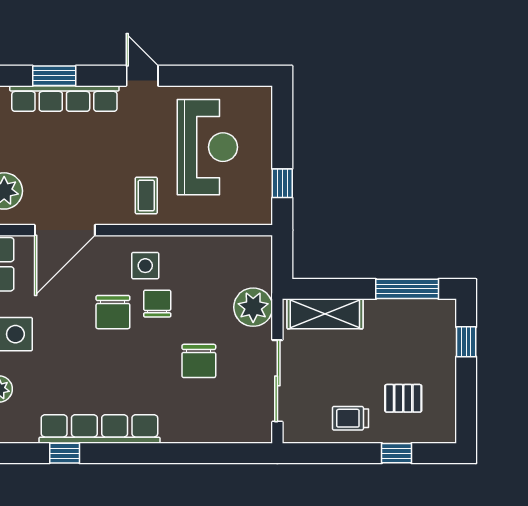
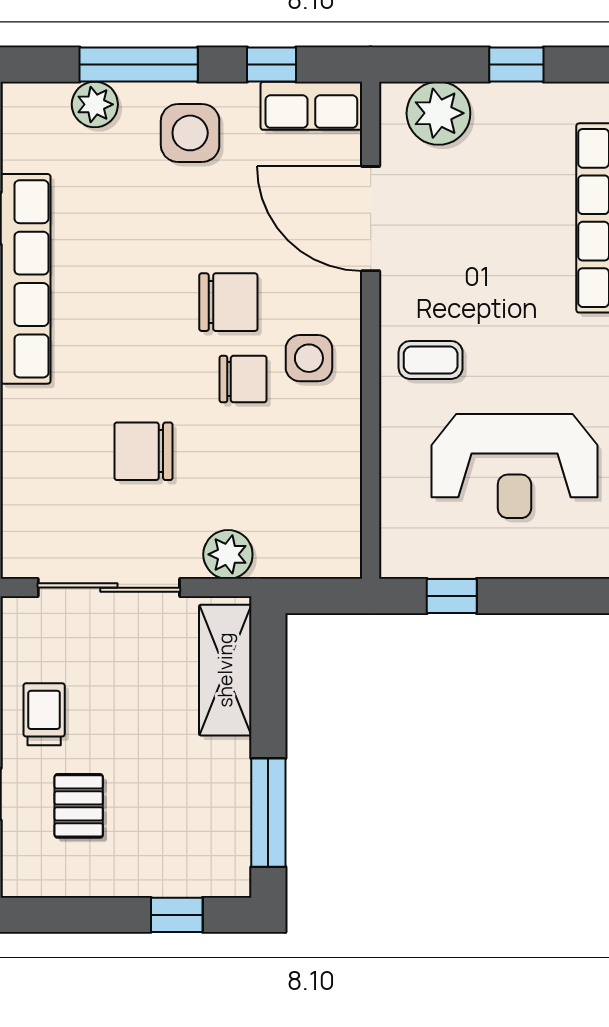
plant: (253, 307) -> (228, 554), width x0.73, depth x0.73
chair: (113, 312) -> (228, 302), turned 180

